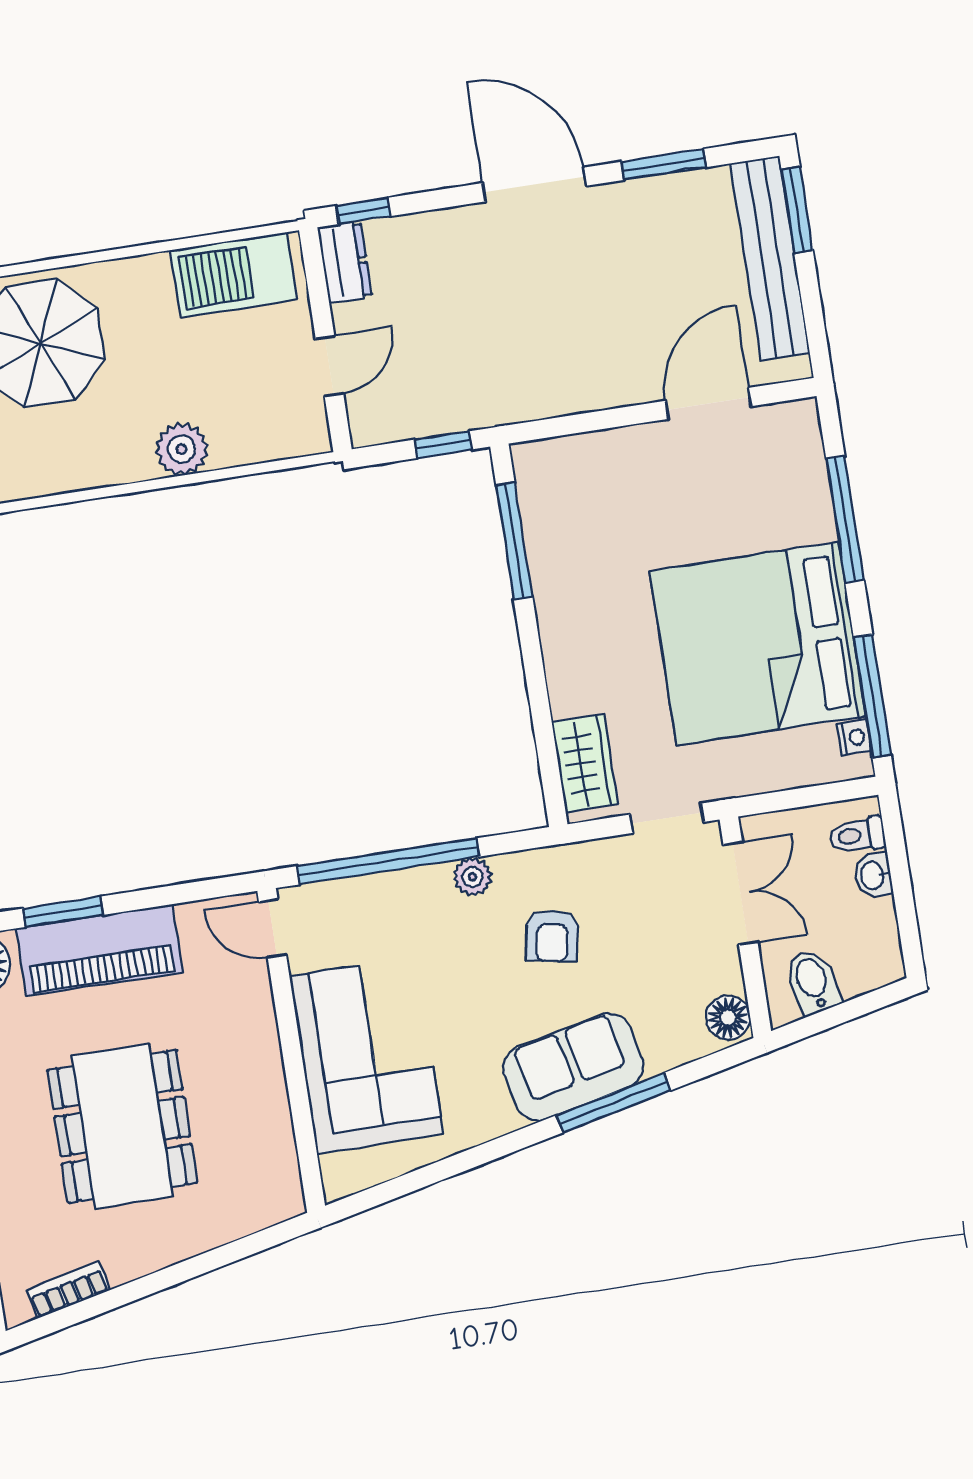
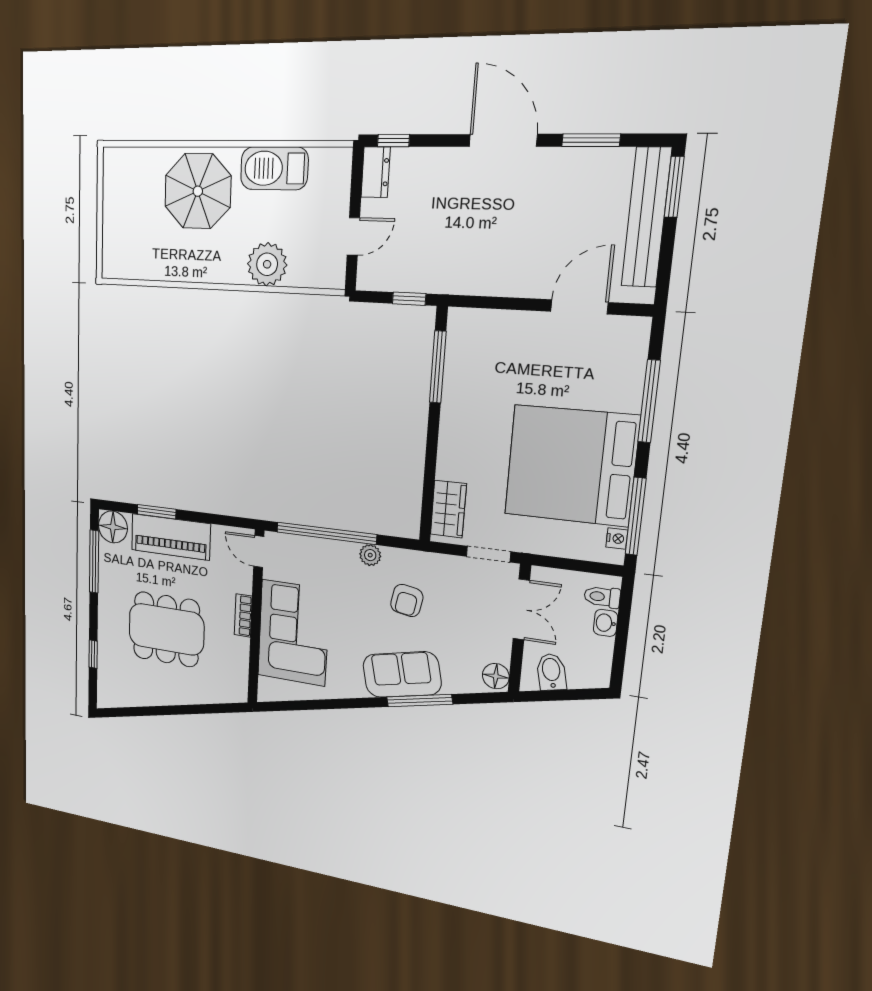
barbecue: (234, 275) -> (274, 168), moved
plant: (182, 449) -> (267, 264), width x1.36, depth x1.36
dining table: (122, 1126) -> (166, 629), turned 90
bookcase: (68, 1290) -> (243, 615), moved, turned -77

